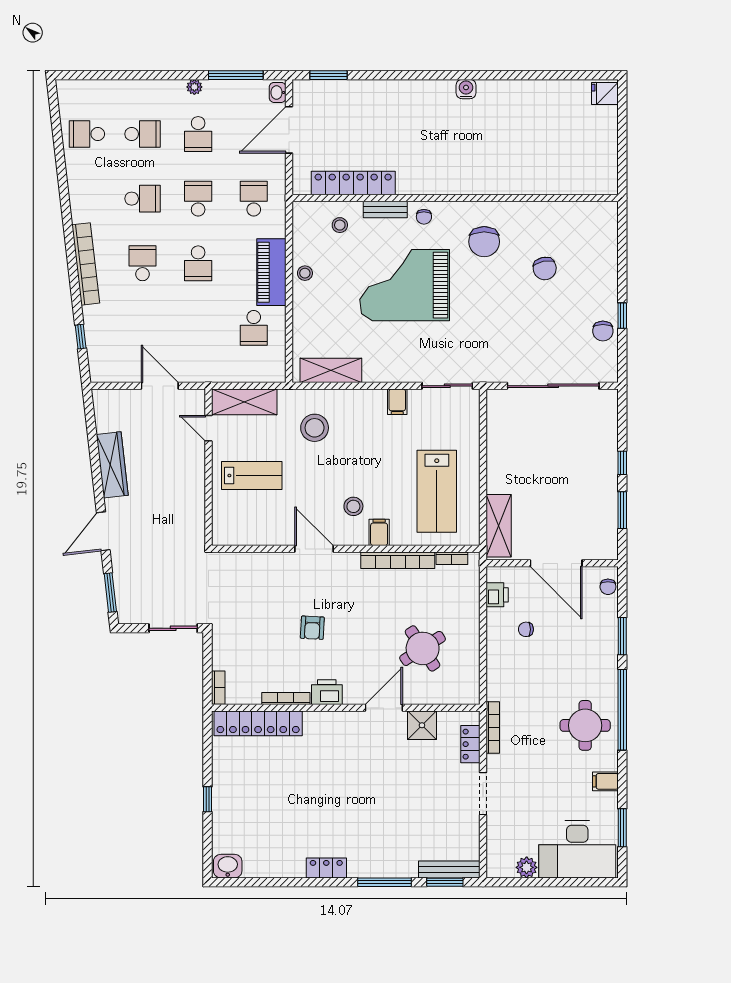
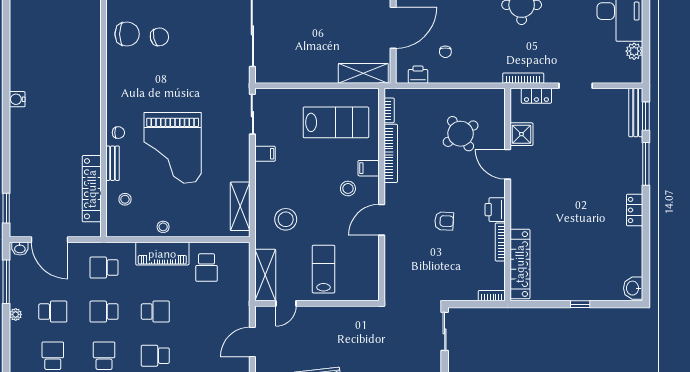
chair: (484, 242) -> (127, 34), moved
school desk: (254, 328) -> (207, 268), turned 90

